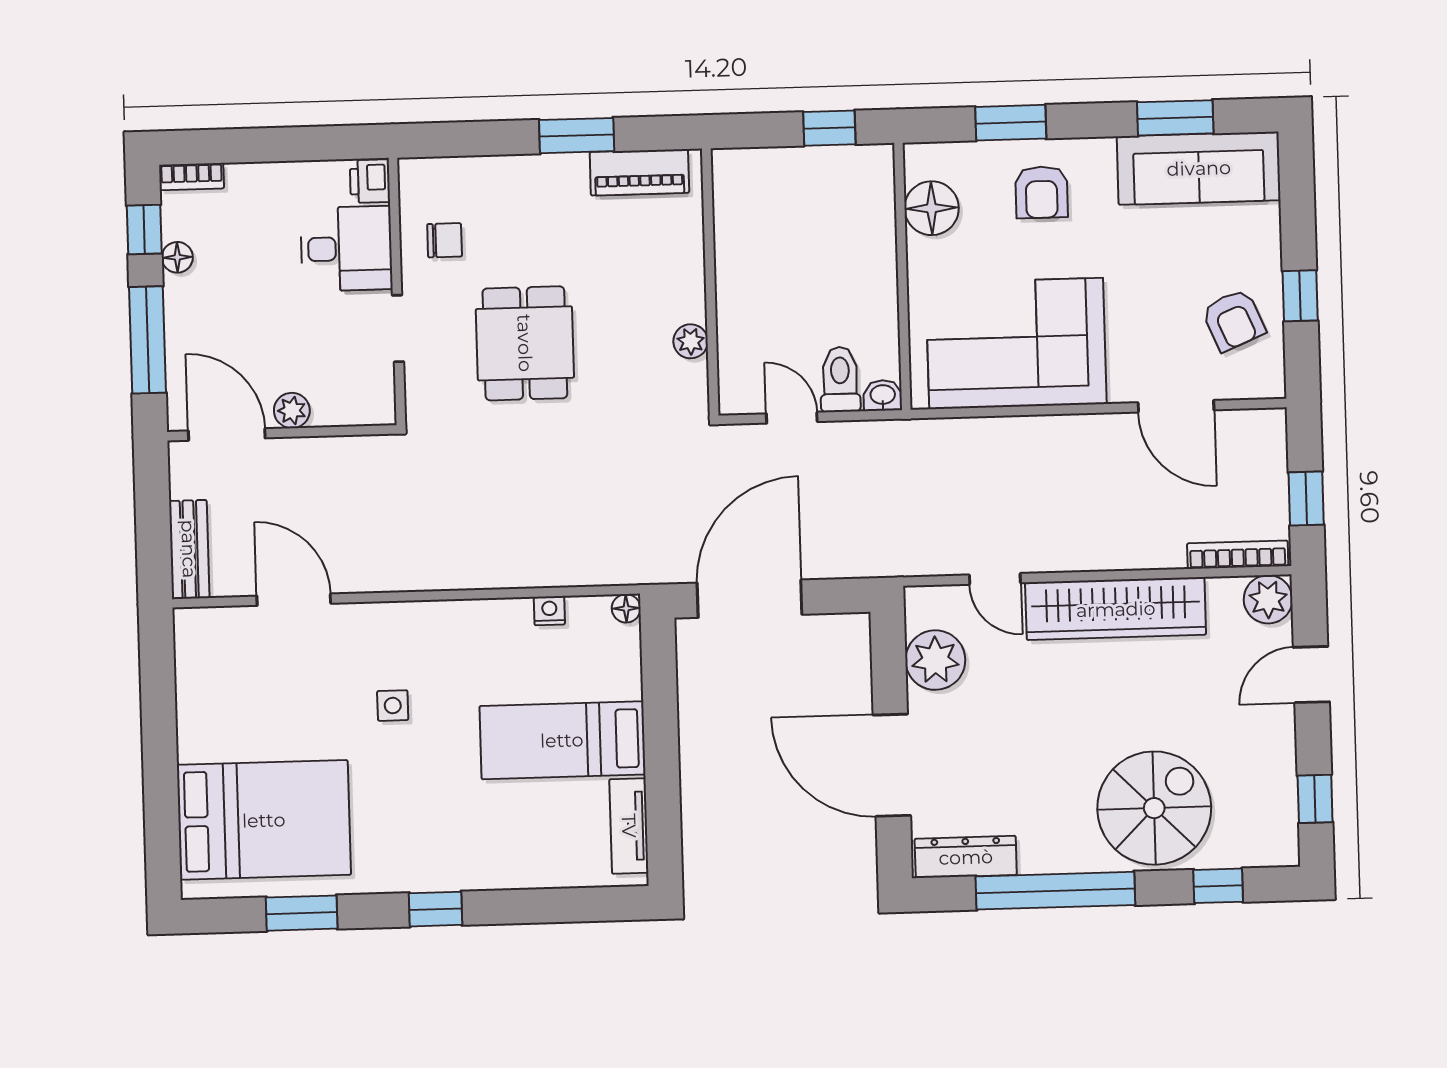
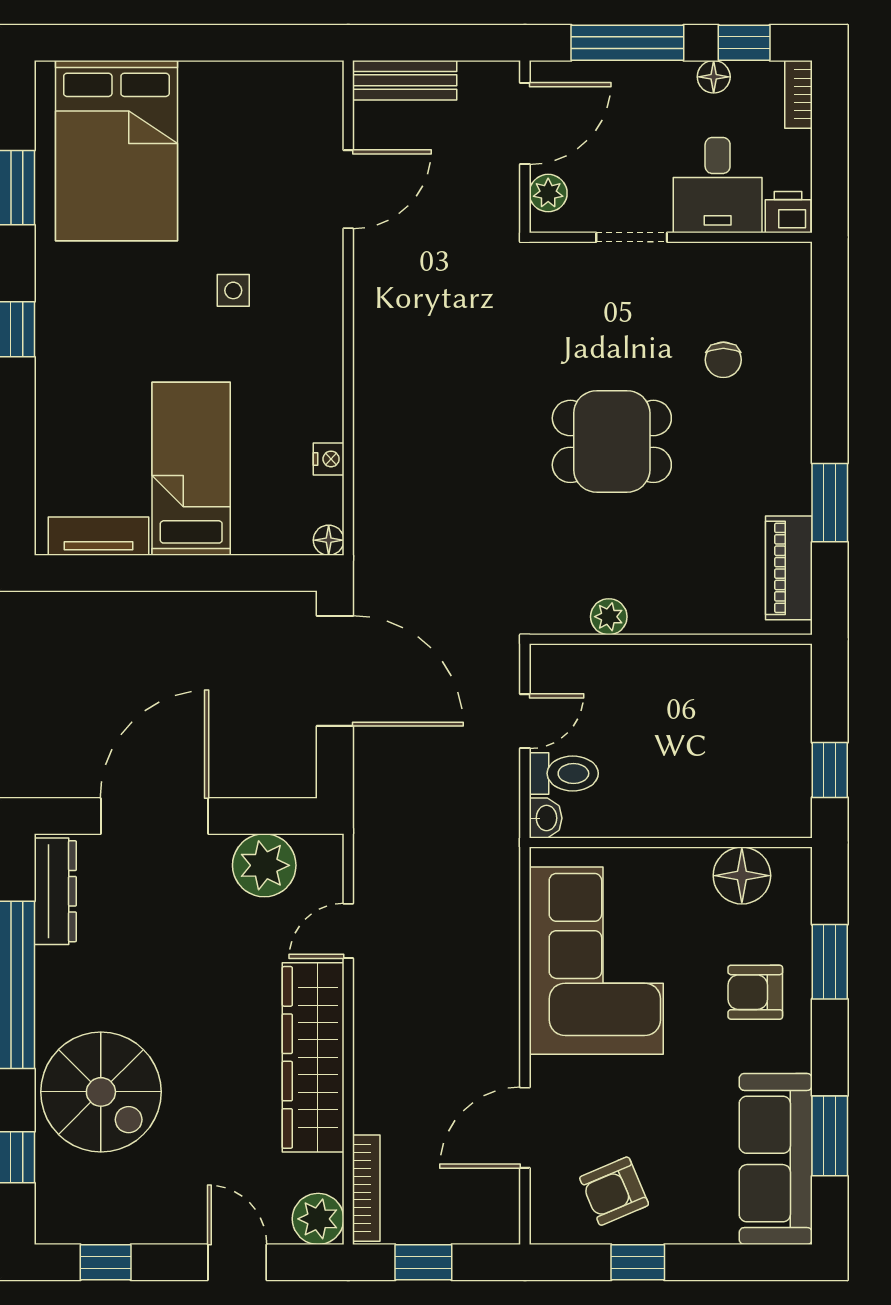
printer: (370, 181) -> (788, 212), moved
desk: (346, 249) -> (718, 185), moved
wall: (397, 291) -> (671, 237), moved
doorway: (398, 328) -> (632, 237), moved

